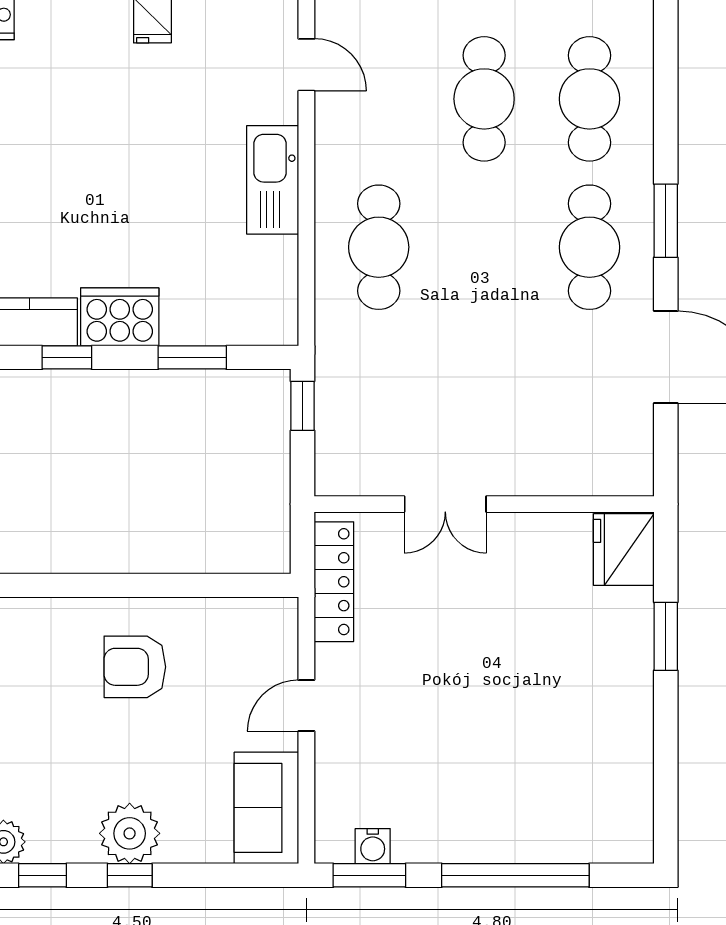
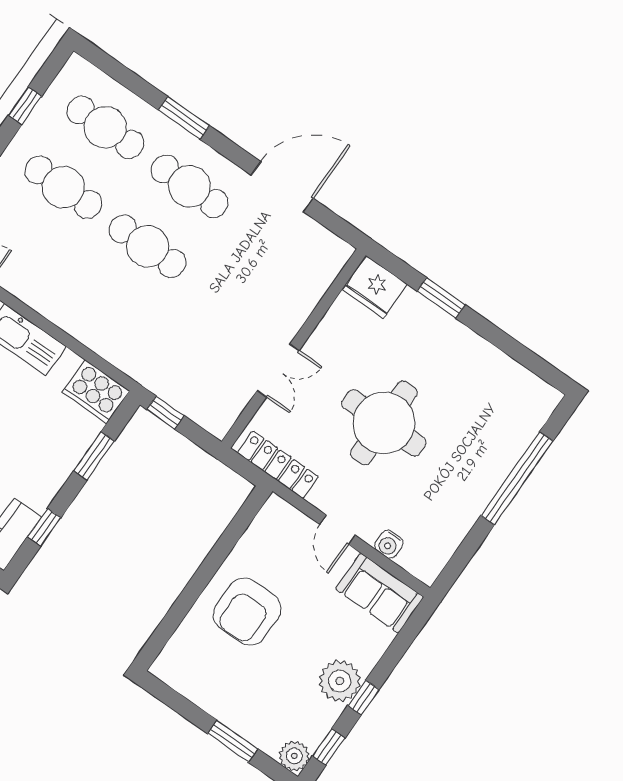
window: (666, 221) -> (184, 118), moved
cafe table: (379, 247) -> (148, 246), moved
cooker: (120, 317) -> (96, 392), moved, turned -90
armchair: (135, 667) -> (247, 612), width x1.36, depth x1.36
round table: (471, 672) -> (384, 423), added
water cooler: (373, 846) -> (389, 544), moved, turned 90
window: (369, 875) -> (459, 561), removed

